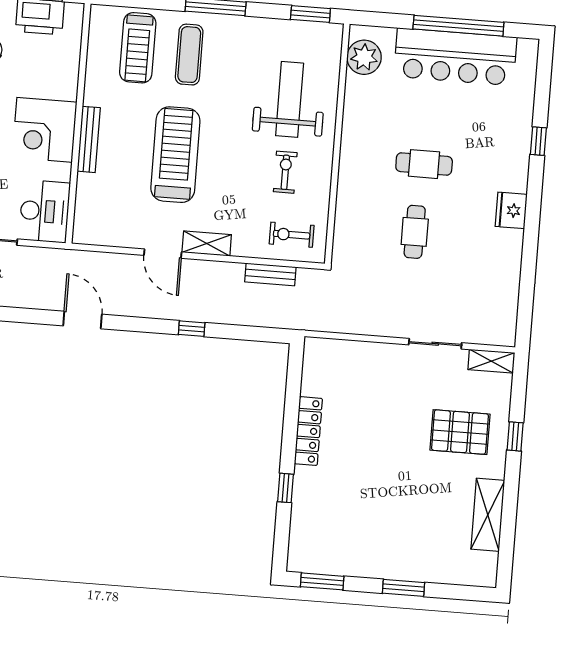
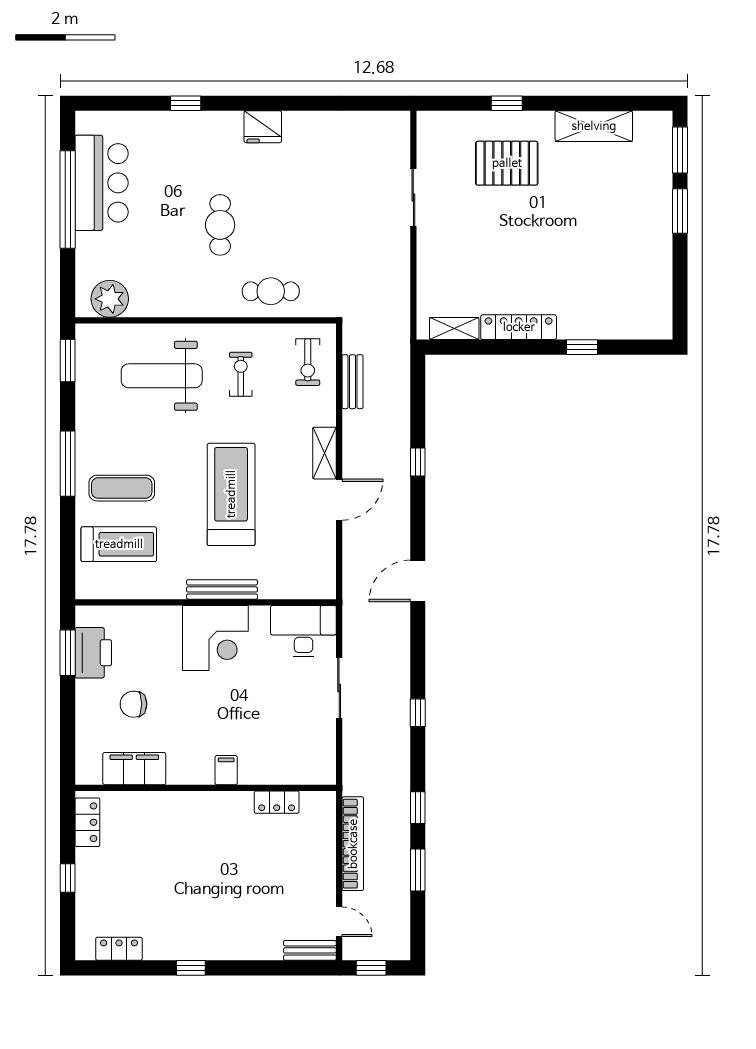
bar counter: (455, 57) -> (102, 183), width x0.73
treadmill: (175, 155) -> (231, 494), turned 90
exercise bike: (285, 172) -> (241, 374), turned 90
cafe table: (415, 232) -> (271, 291), moved
shelving: (491, 361) -> (454, 329), moved, turned 90
pallet: (460, 432) -> (507, 163), turned 90
window: (322, 581) -> (680, 150), moved

